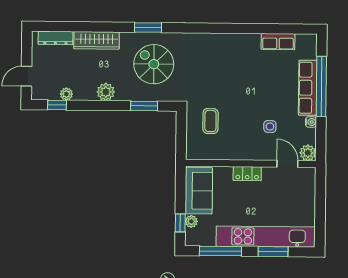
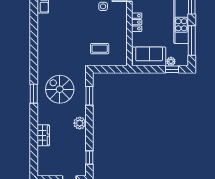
dresser: (55, 38) -> (42, 159), removed
wardrobe: (97, 40) -> (43, 135), width x0.67
spiral stairs: (154, 64) -> (60, 89), turned 90
plant: (66, 94) -> (82, 151), removed

